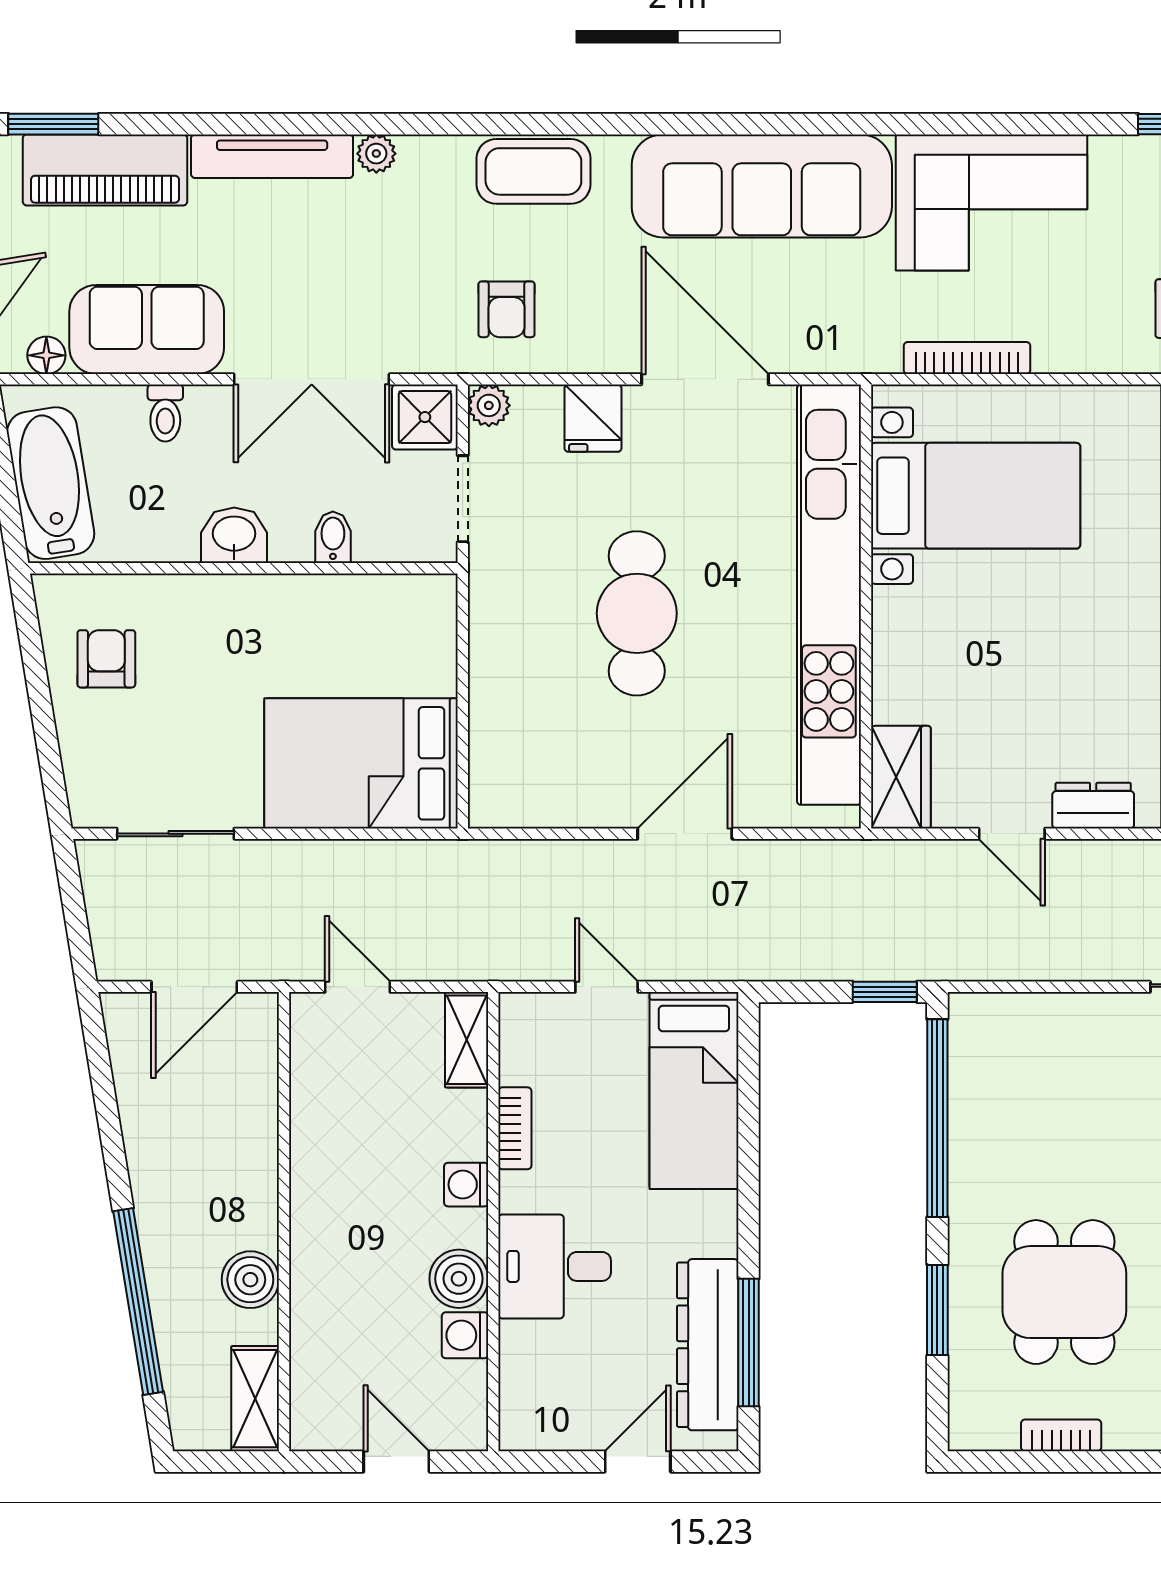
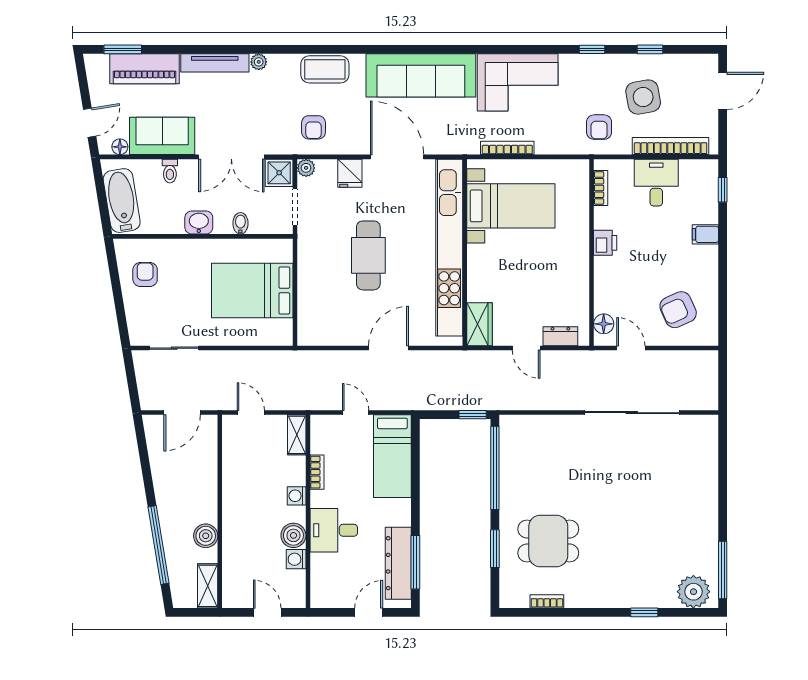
bed: (361, 763) -> (252, 291), moved
dining table: (1064, 1292) -> (548, 541), turned 90

